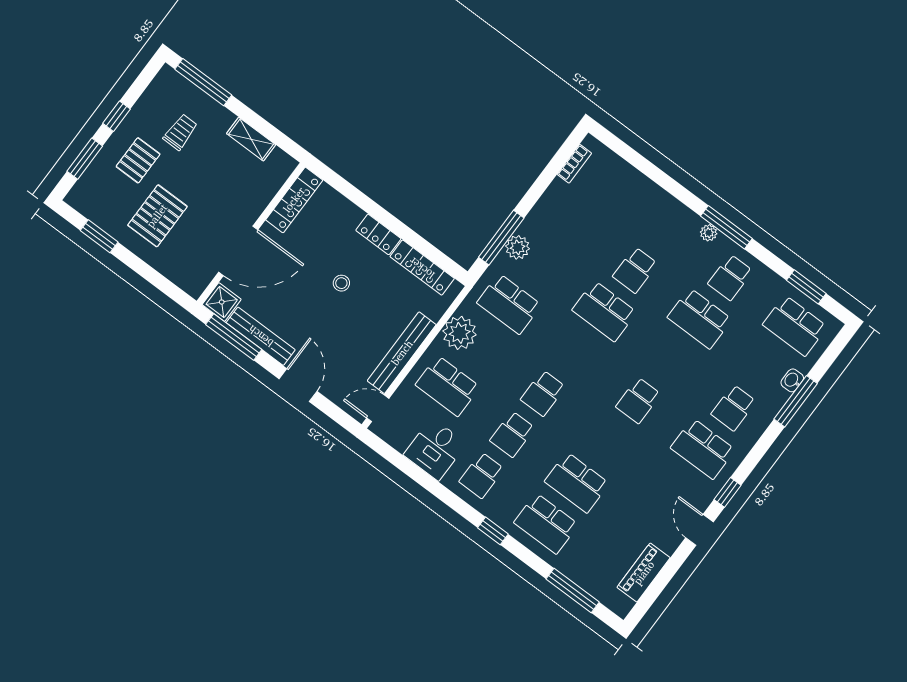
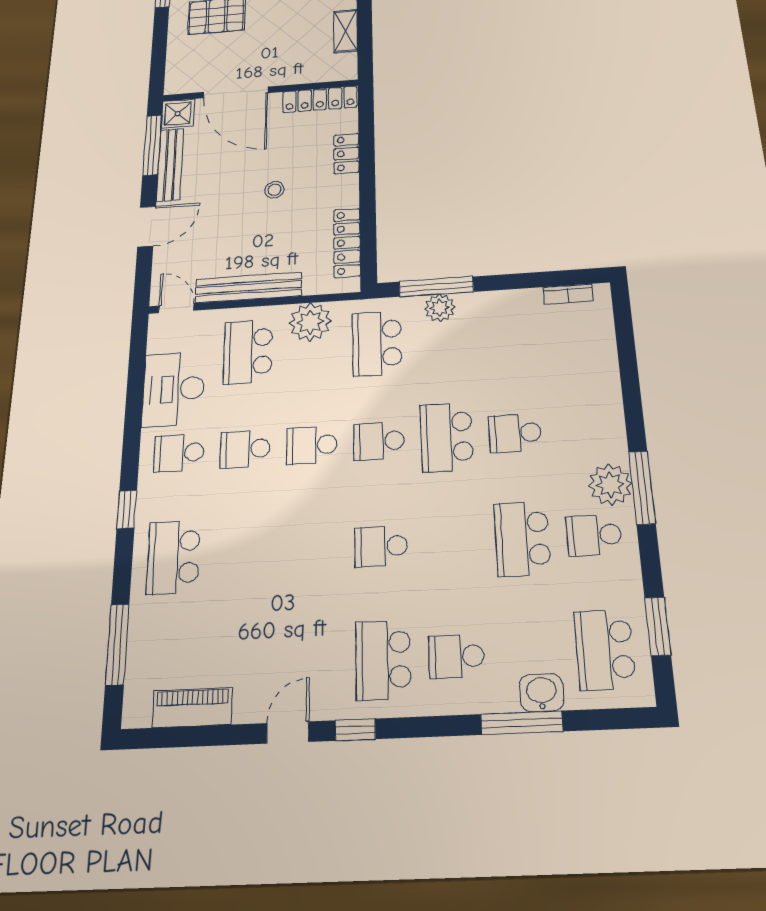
plant: (709, 233) -> (610, 485), width x1.88, depth x1.88
locker: (378, 234) -> (346, 154), moved
washbasin: (792, 380) -> (542, 693), width x1.38, depth x1.45
desk: (435, 449) -> (174, 389), width x1.37
school desk: (577, 482) -> (379, 441), moved, width x0.54

